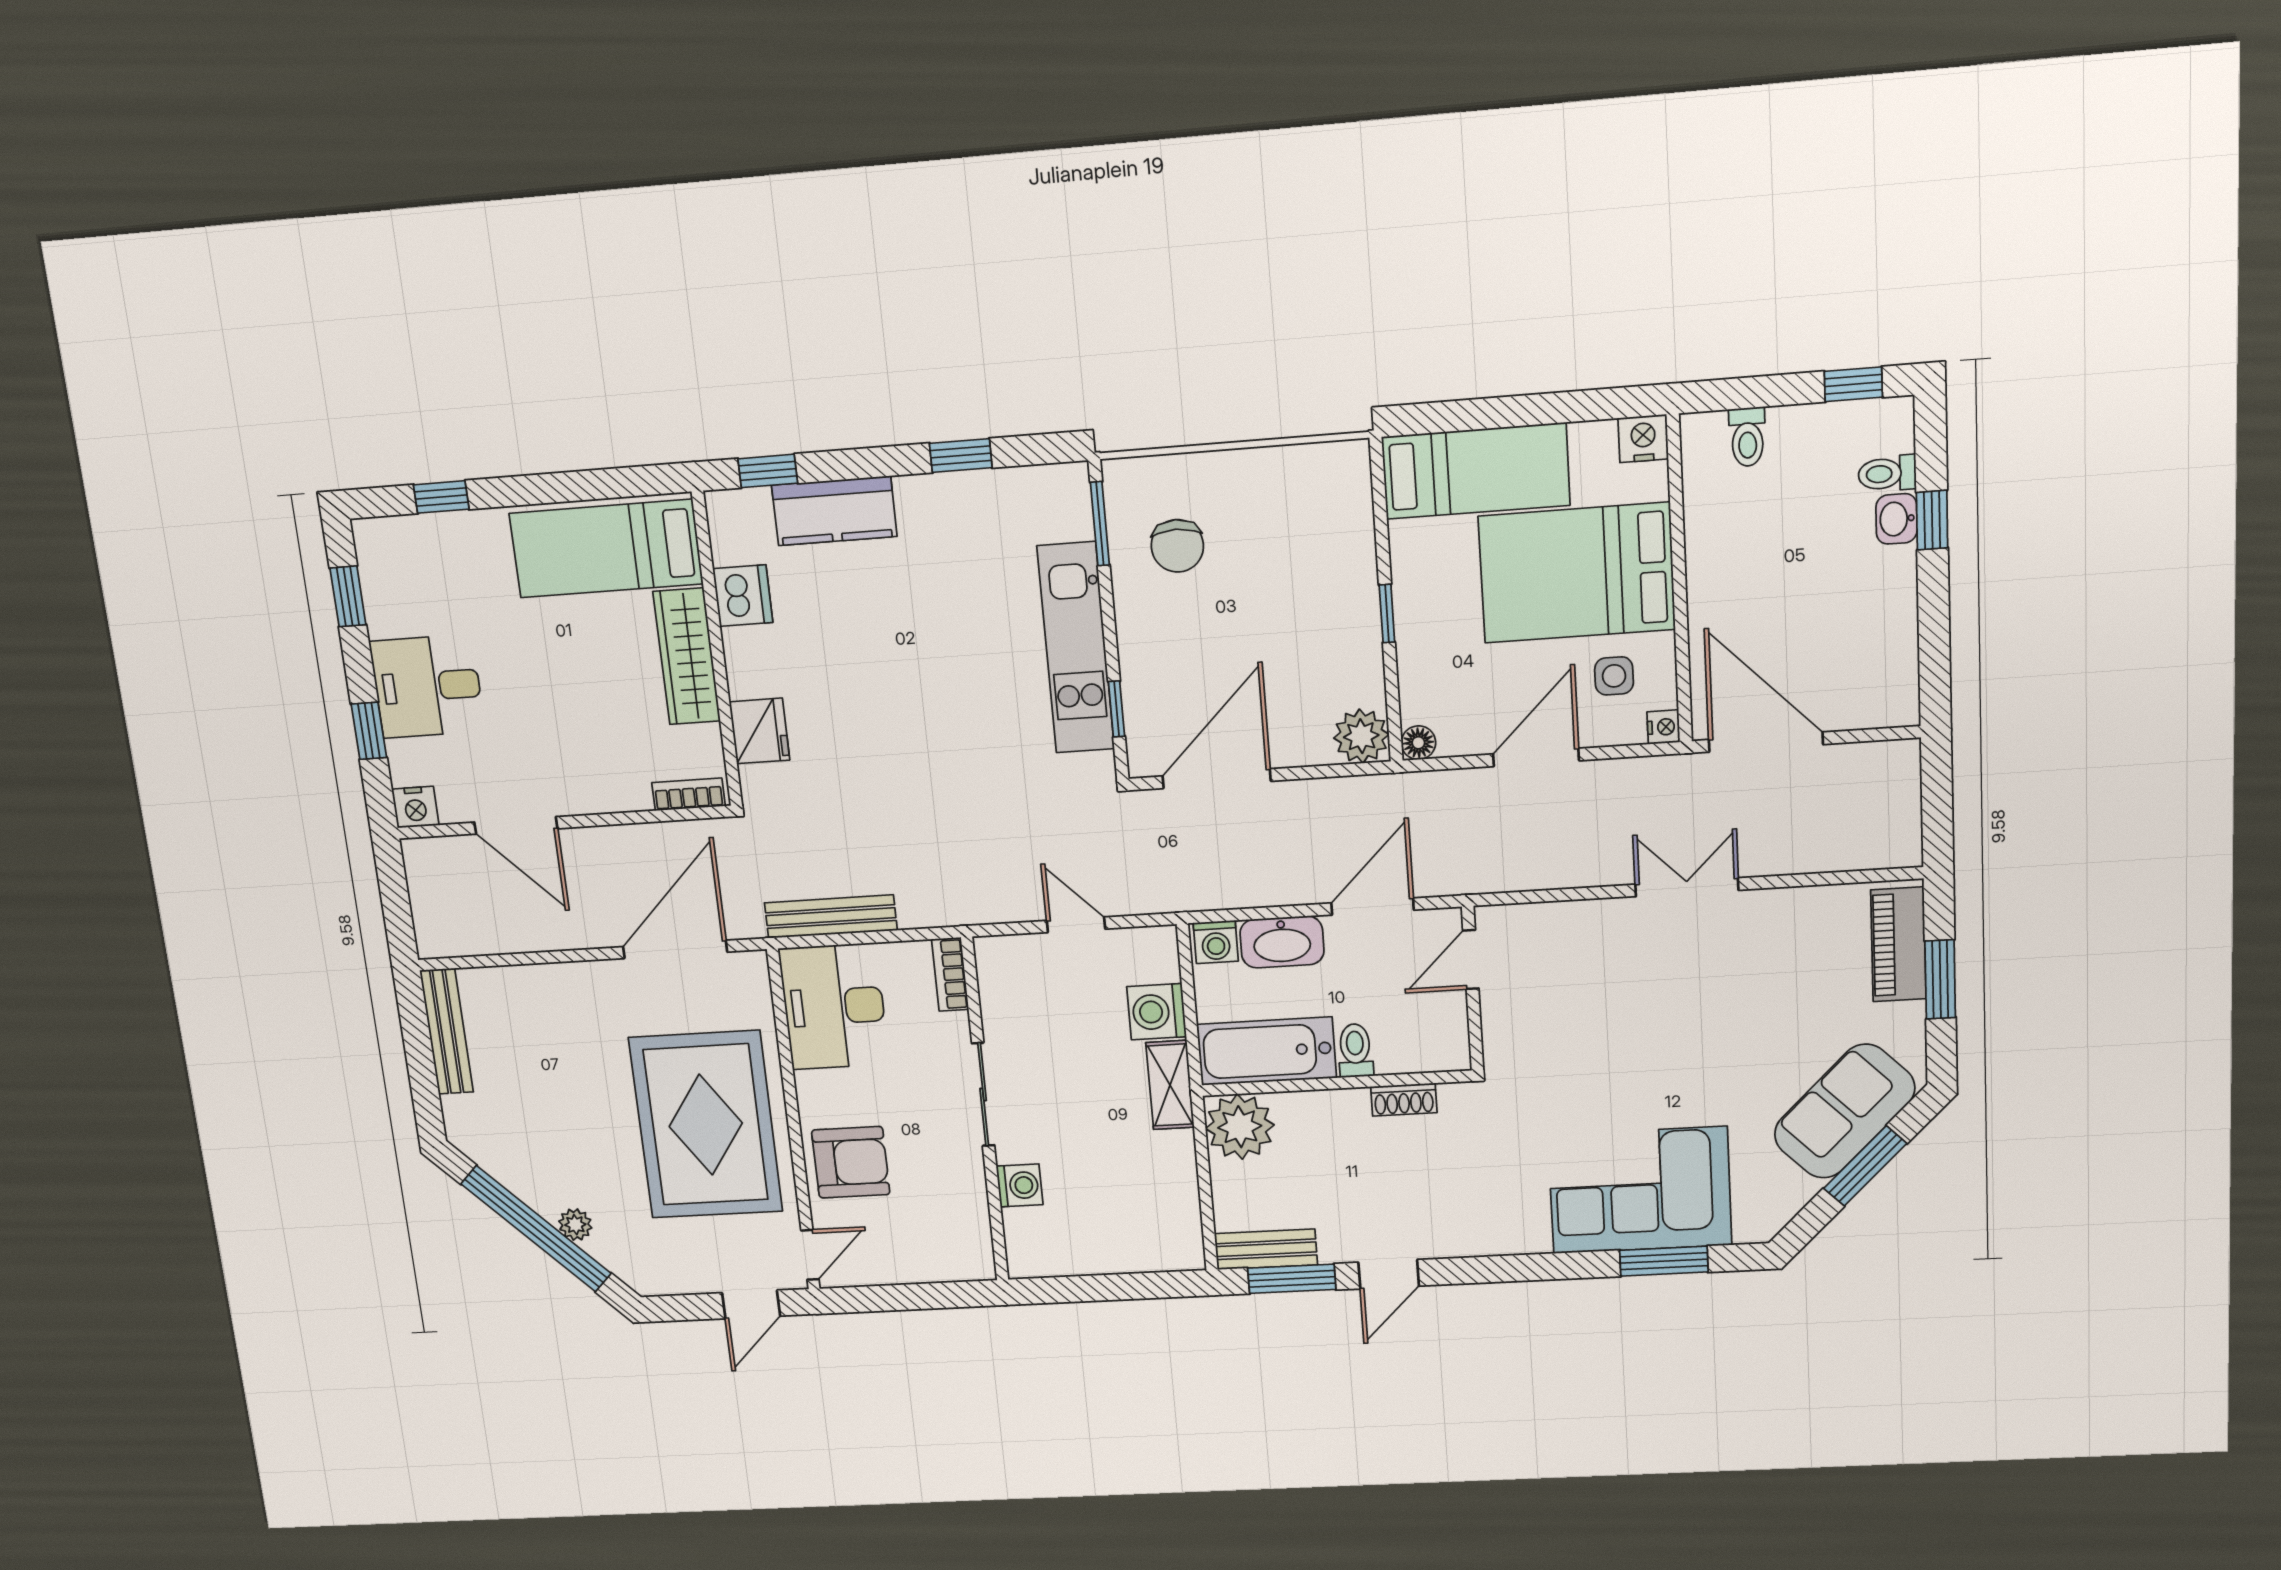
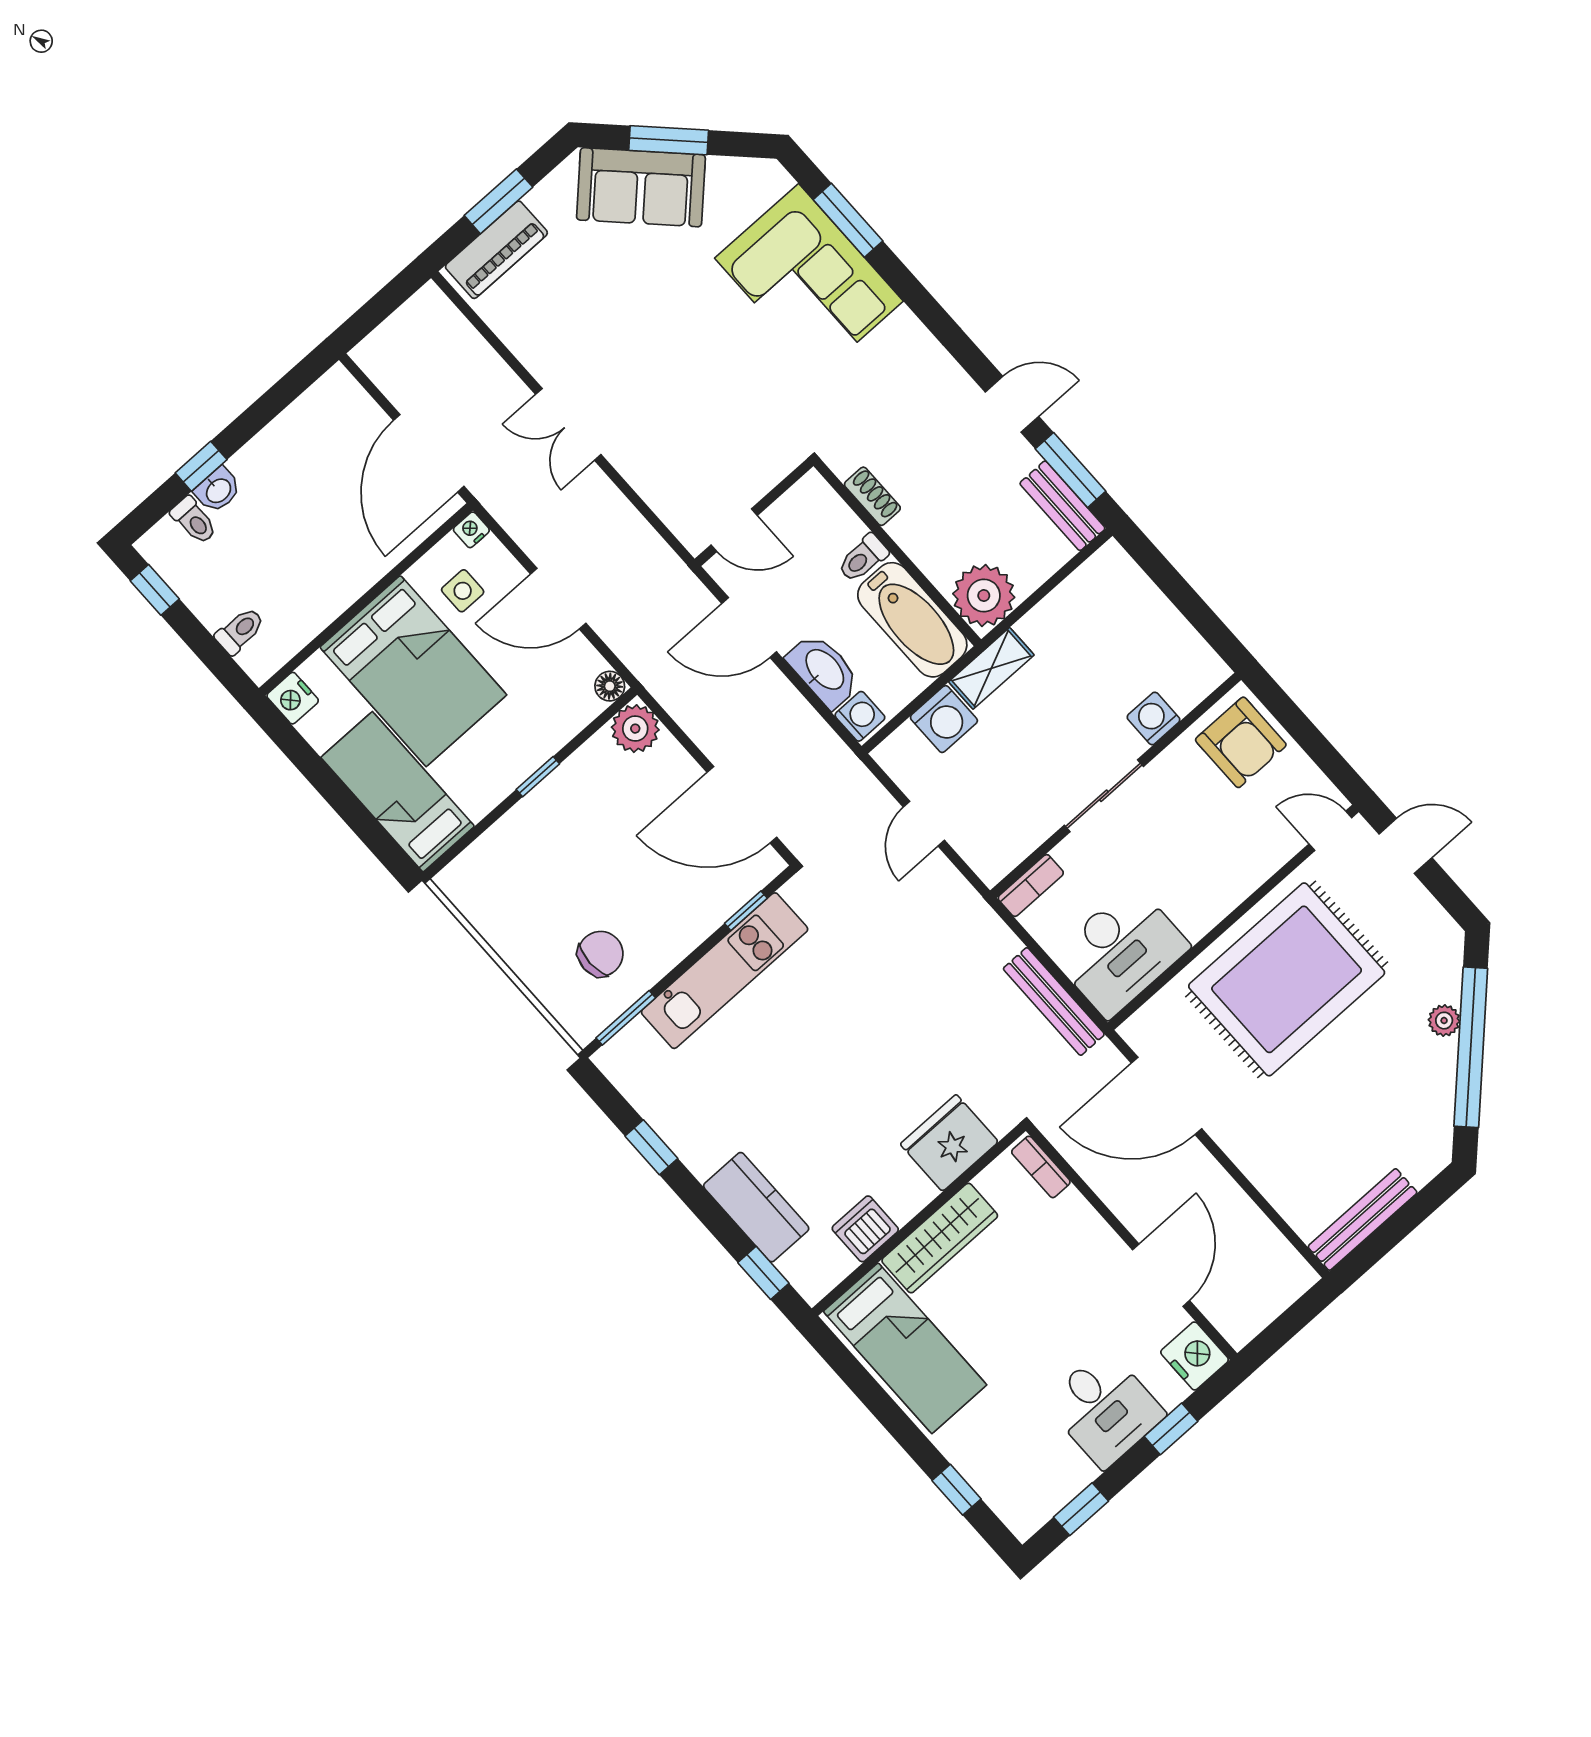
fridge: (760, 731) -> (949, 1143), width x1.36, depth x1.34
nightstand: (415, 807) -> (1195, 1356), width x1.36, depth x1.33
armchair: (851, 1162) -> (1241, 742), moved, turned 180

